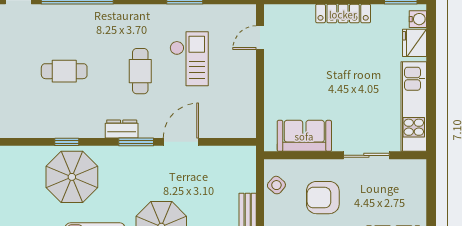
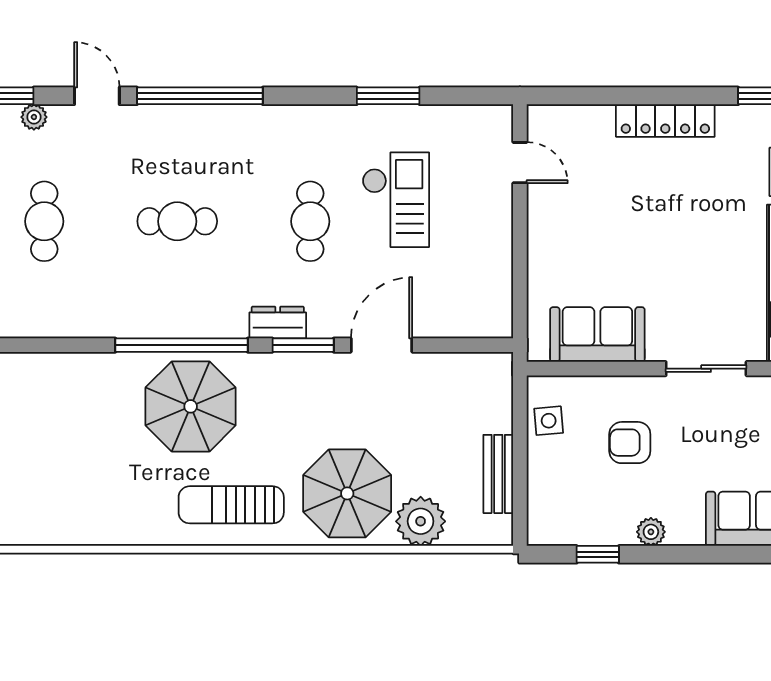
door: (260, 38) -> (520, 163), swing flipped
window: (67, 142) -> (182, 345), width x3.17
side table: (276, 185) -> (549, 421), turned 45
armchair: (323, 198) -> (630, 443), width x0.72, depth x0.72

